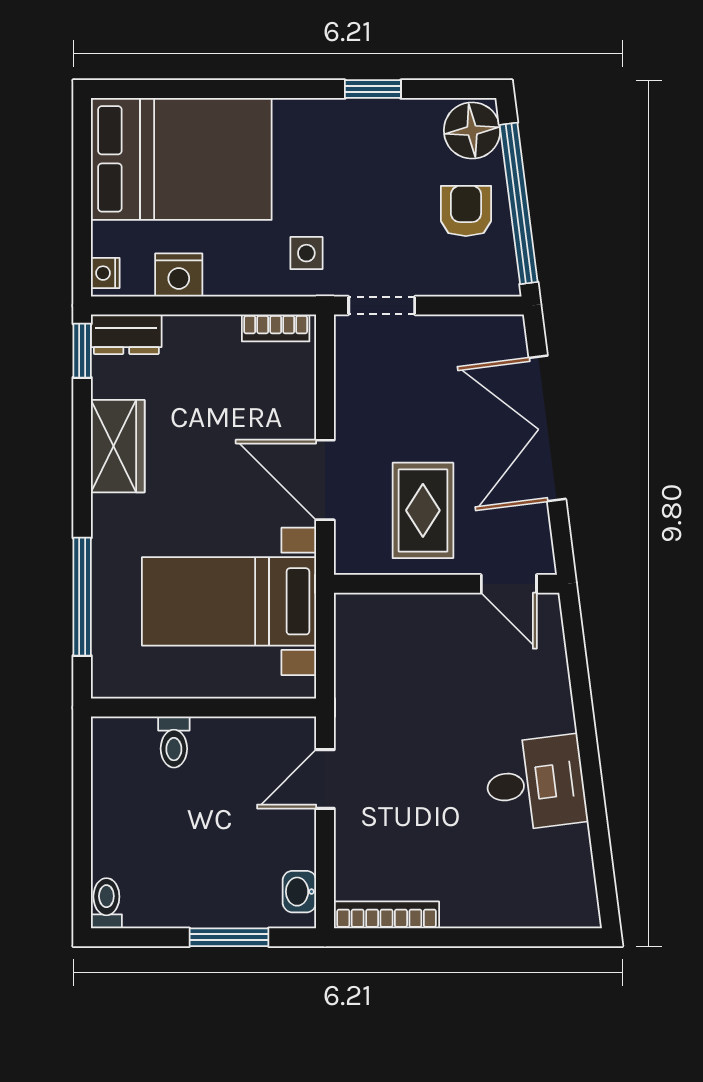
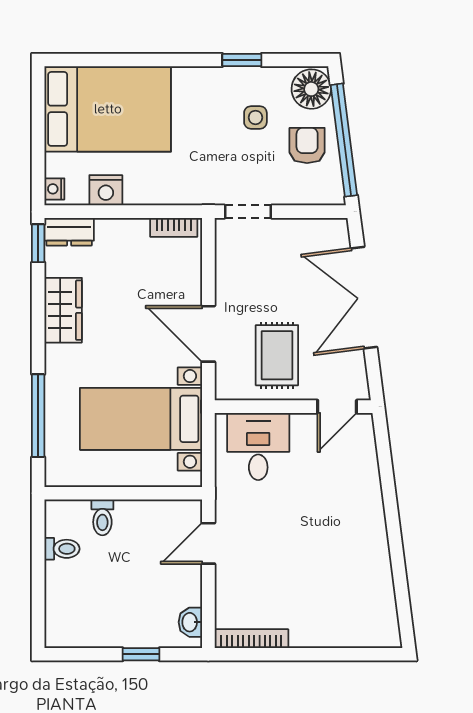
side table: (306, 253) -> (255, 117), moved
door: (509, 584) -> (337, 407), hinge flipped
desk: (535, 783) -> (258, 446), moved, turned -83
toilet: (106, 903) -> (62, 549), moved, turned 90
window: (229, 937) -> (141, 654), width x0.67

